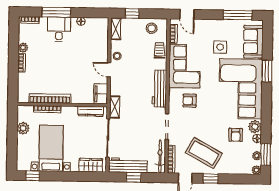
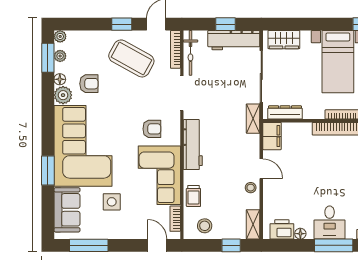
printer: (94, 25) -> (282, 229), added
armchair: (236, 135) -> (89, 84), turned 90

